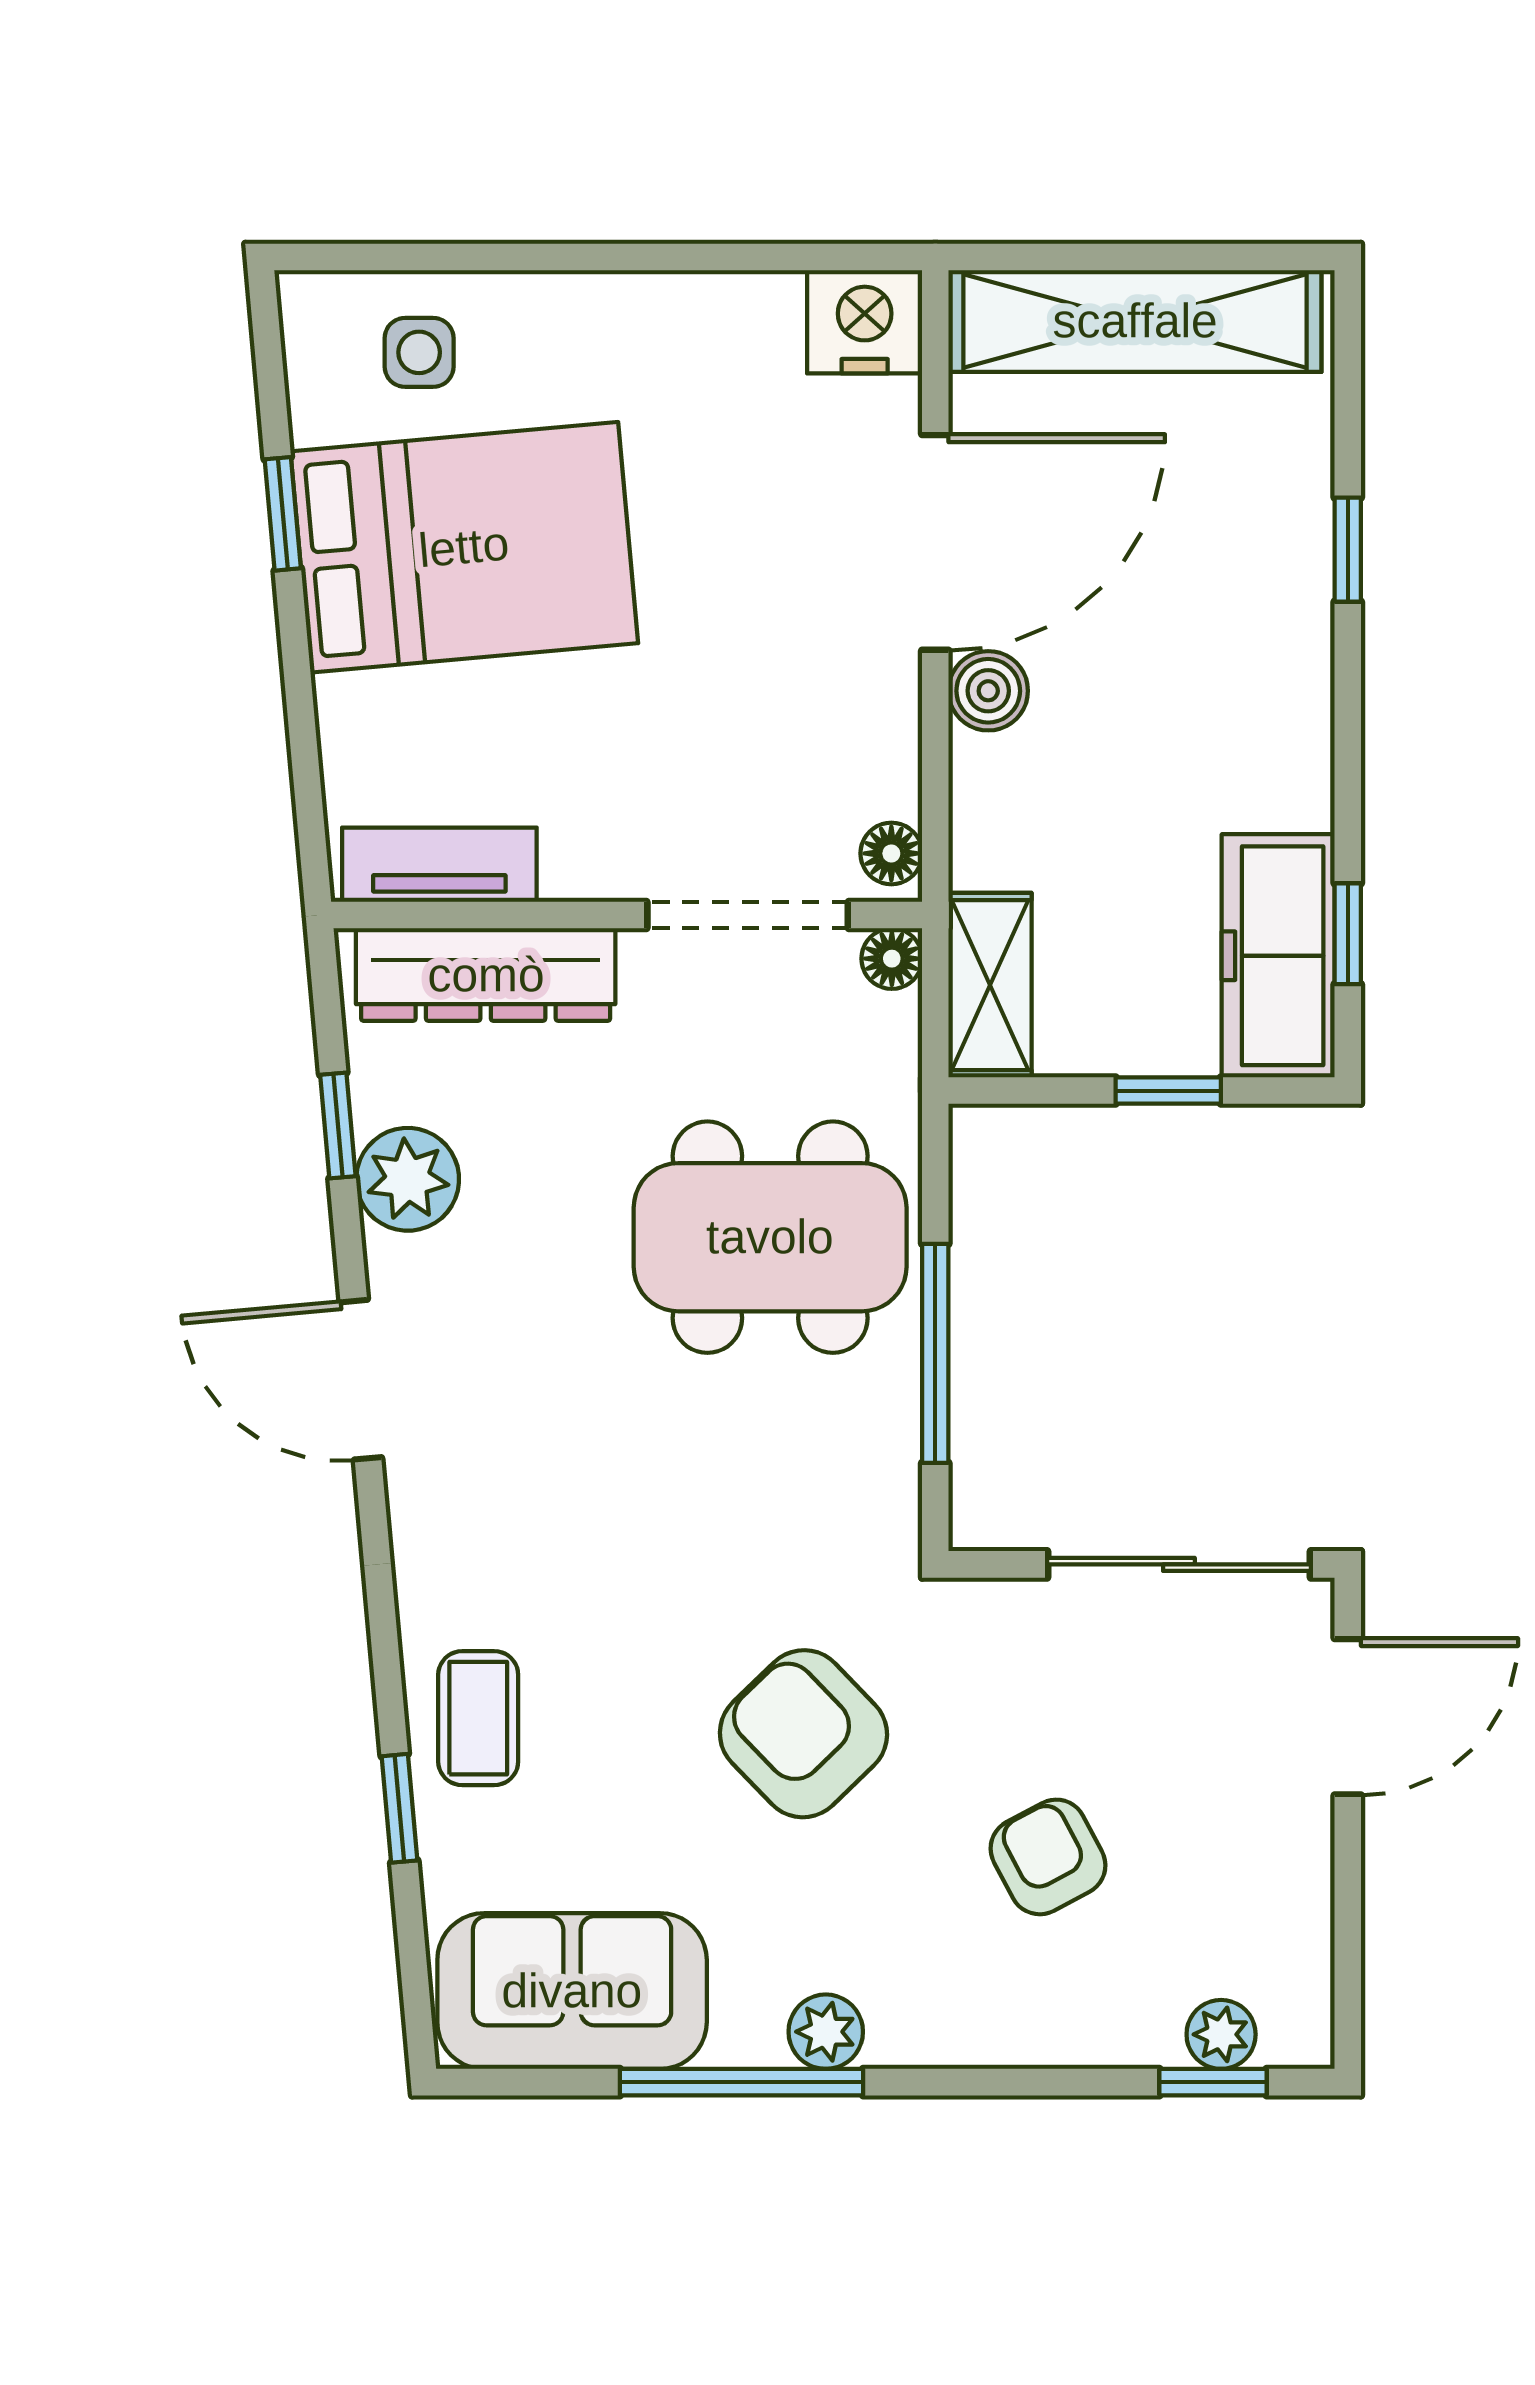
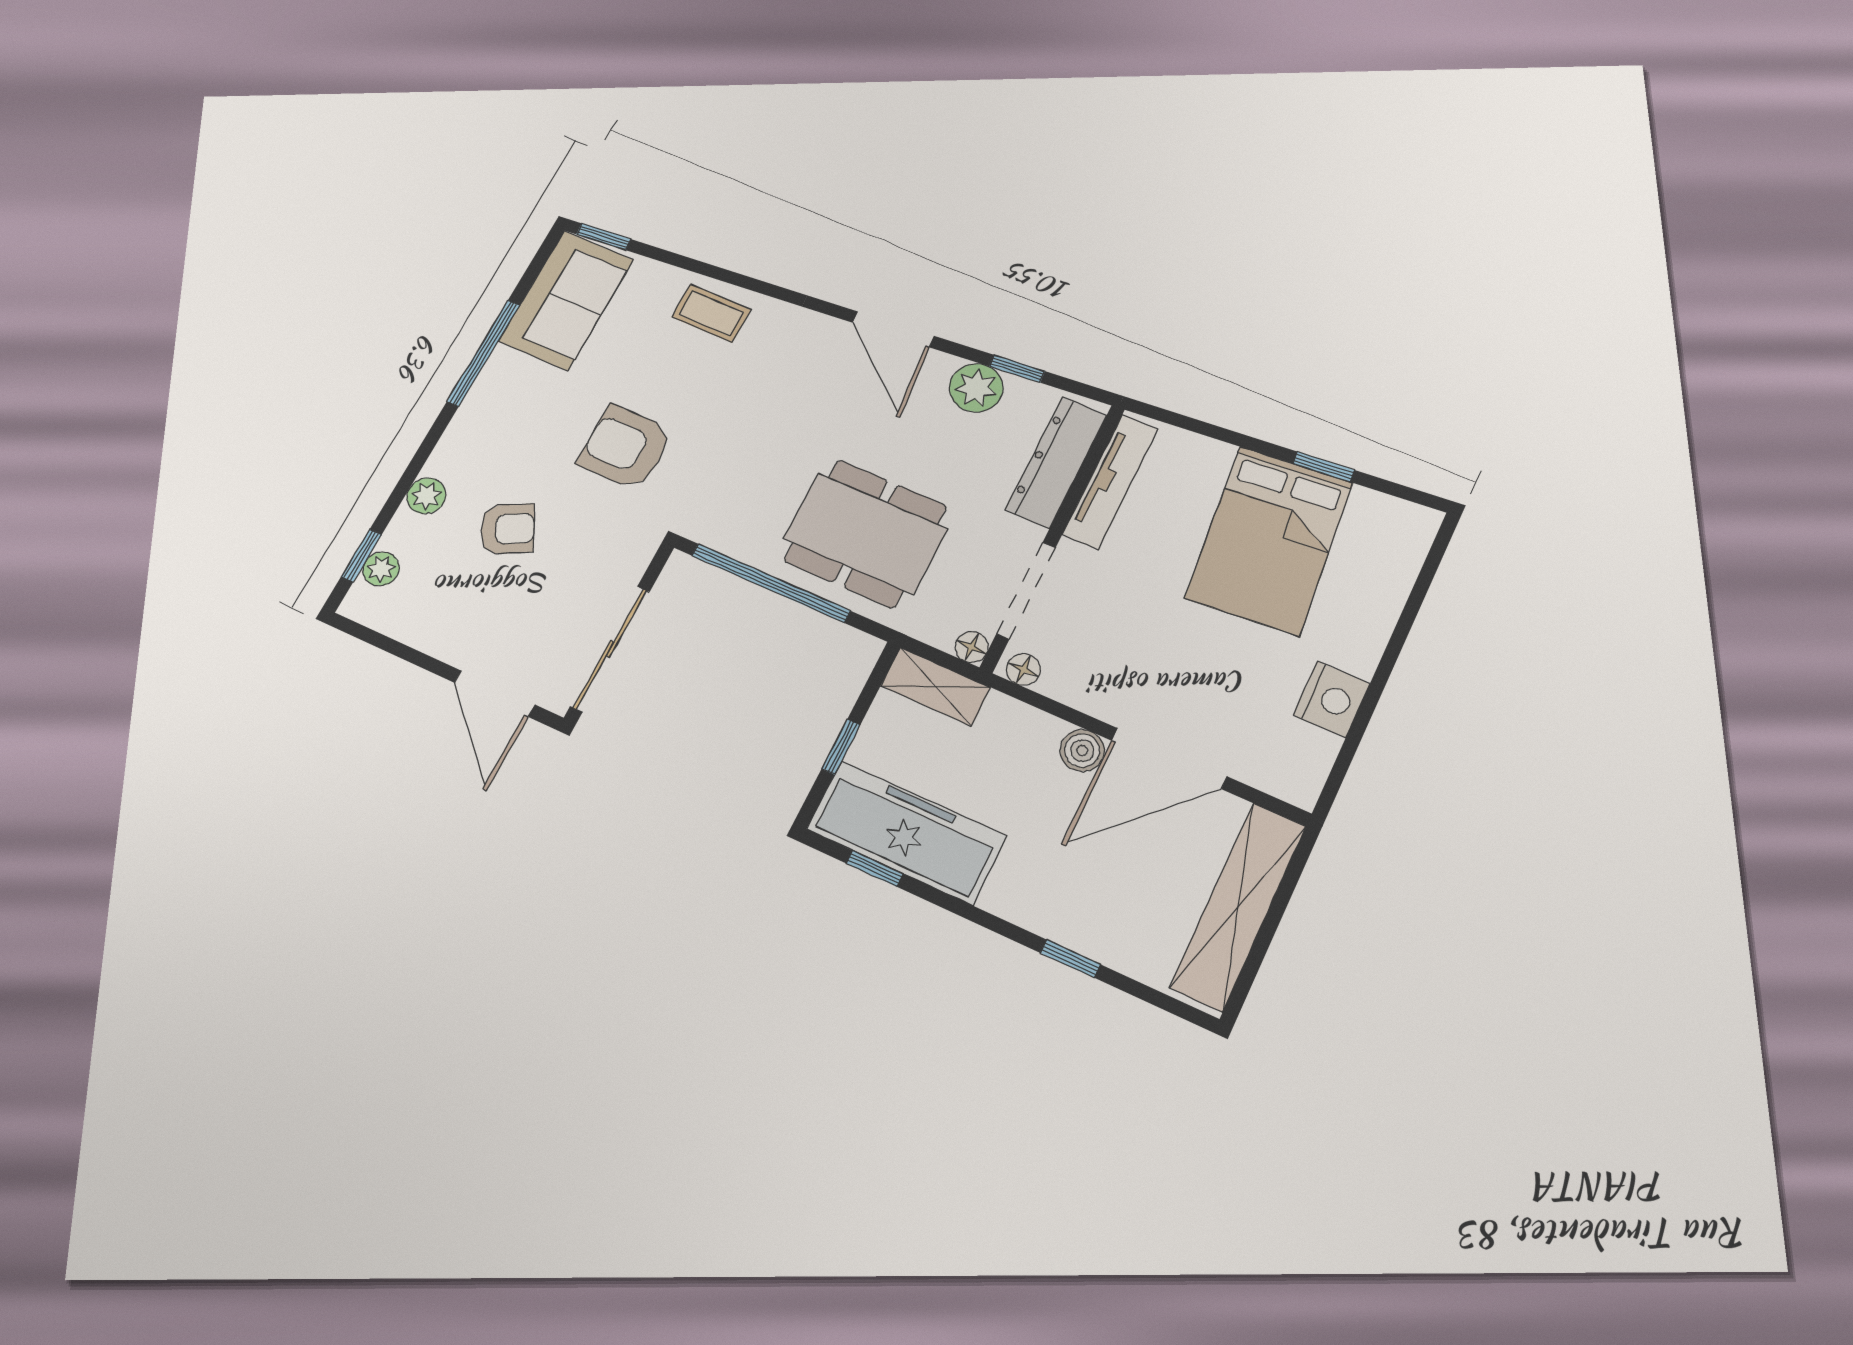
nightstand: (865, 322) -> (1331, 699), moved
side table: (419, 352) -> (1376, 561), removed
door: (935, 542) -> (1169, 758), hinge flipped
tv unit: (439, 865) -> (1110, 481), width x1.41
freezer: (1278, 956) -> (906, 833), width x1.36, depth x1.26
dining table: (770, 1237) -> (866, 533), turned 90
window: (935, 1353) -> (771, 583), width x1.46
door: (361, 1380) -> (893, 329), swing flipped
armchair: (803, 1734) -> (625, 447), turned -136
window: (399, 1808) -> (604, 237), moved
plant: (826, 2032) -> (426, 496), moved

